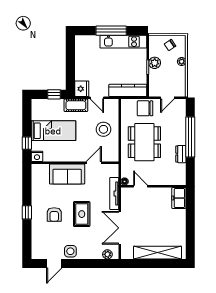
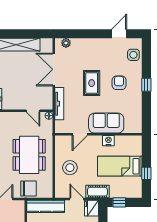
window: (27, 143) -> (146, 173), moved
nightstand: (37, 156) -> (108, 141), moved
double door: (120, 228) -> (54, 69), swing flipped
side table: (70, 251) -> (133, 55), moved

